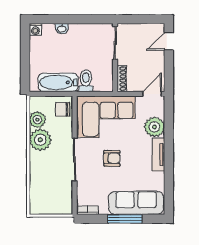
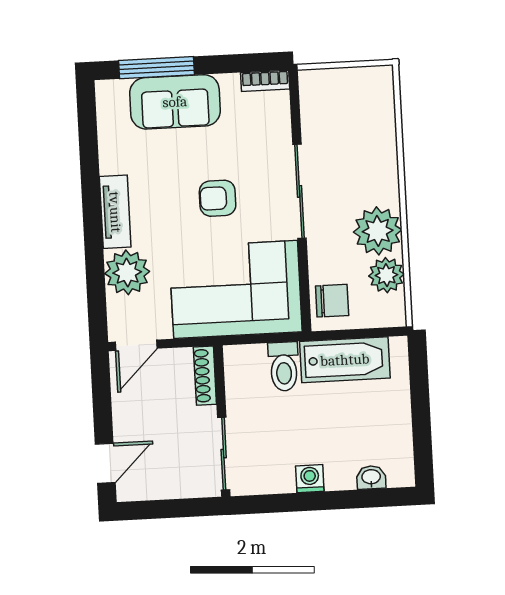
washbasin: (62, 29) -> (371, 477), moved
washing machine: (35, 30) -> (310, 479), moved
sofa: (136, 203) -> (175, 102), width x0.73
window: (125, 219) -> (156, 68), moved

